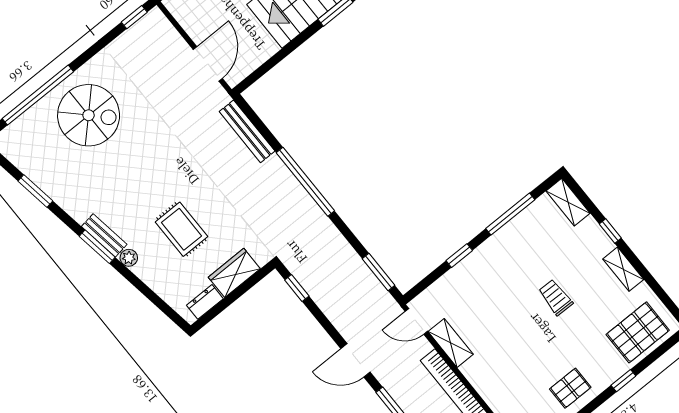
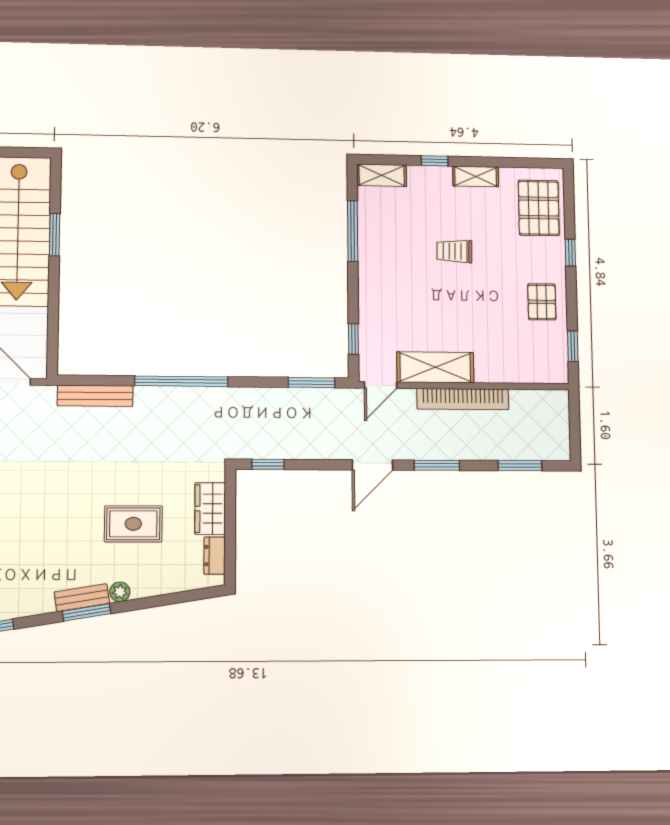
window: (459, 256) -> (353, 339), moved
shelving: (451, 343) -> (435, 367), width x1.50, depth x1.33

